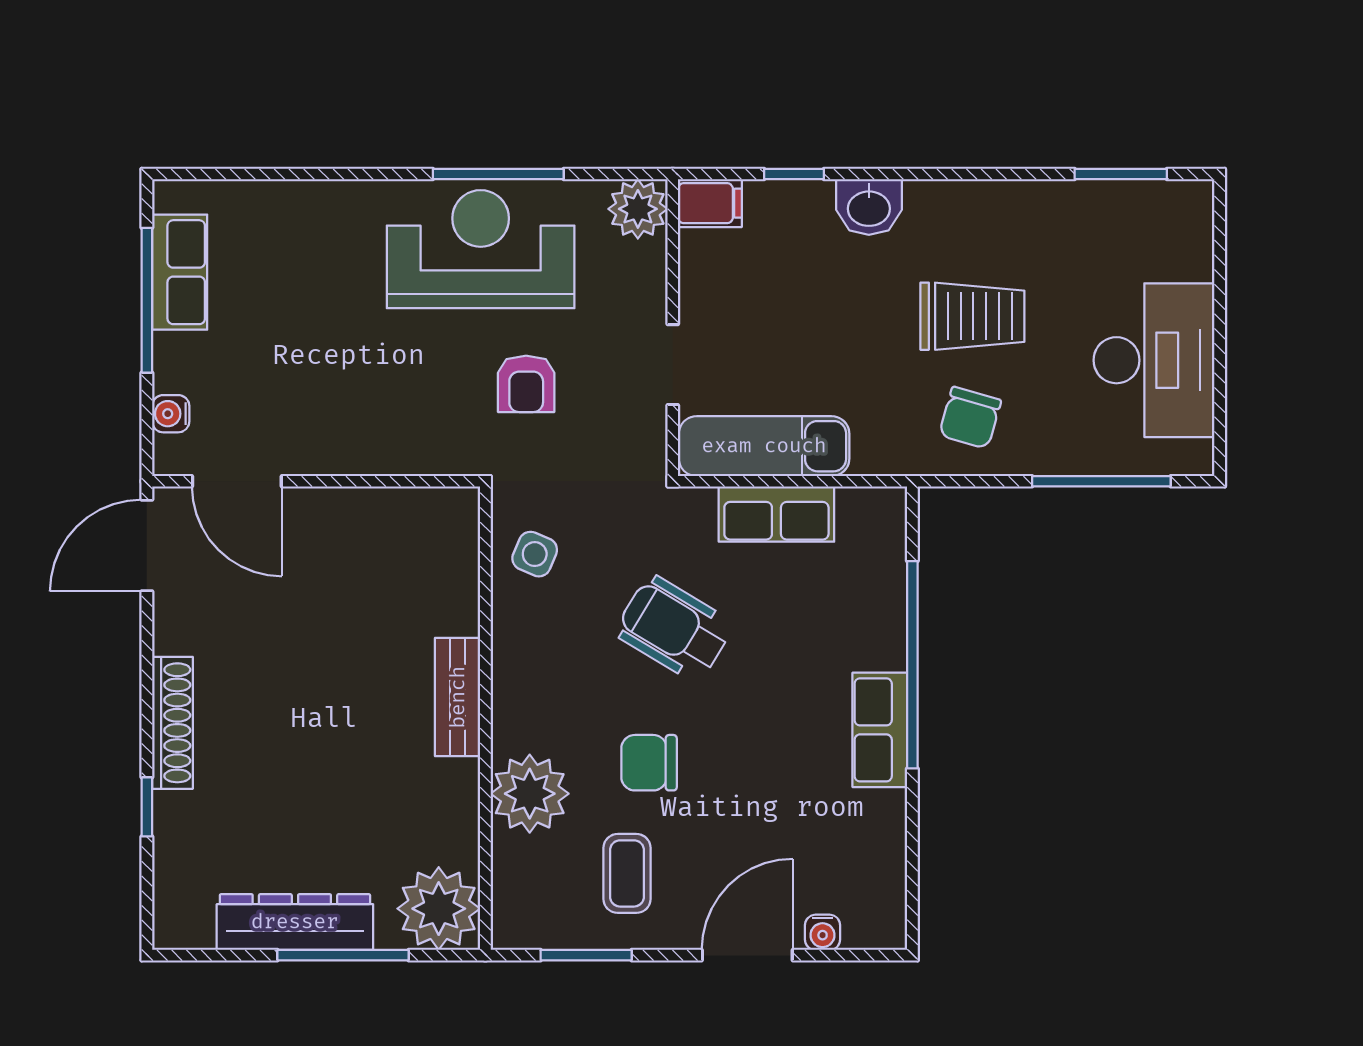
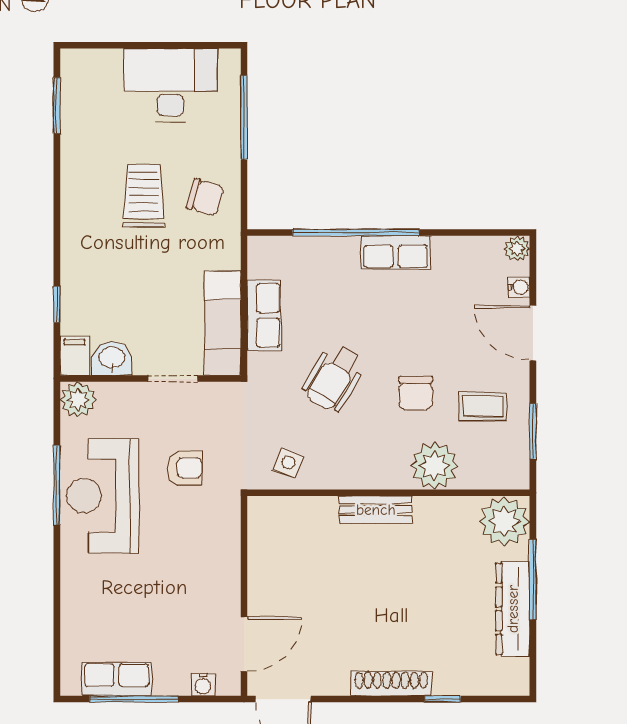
washbasin: (869, 207) -> (112, 358), moved, turned -90
plant: (886, 929) -> (517, 249), added

